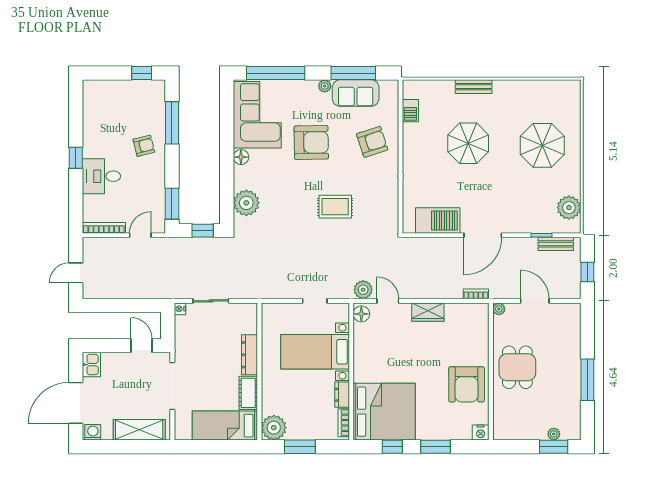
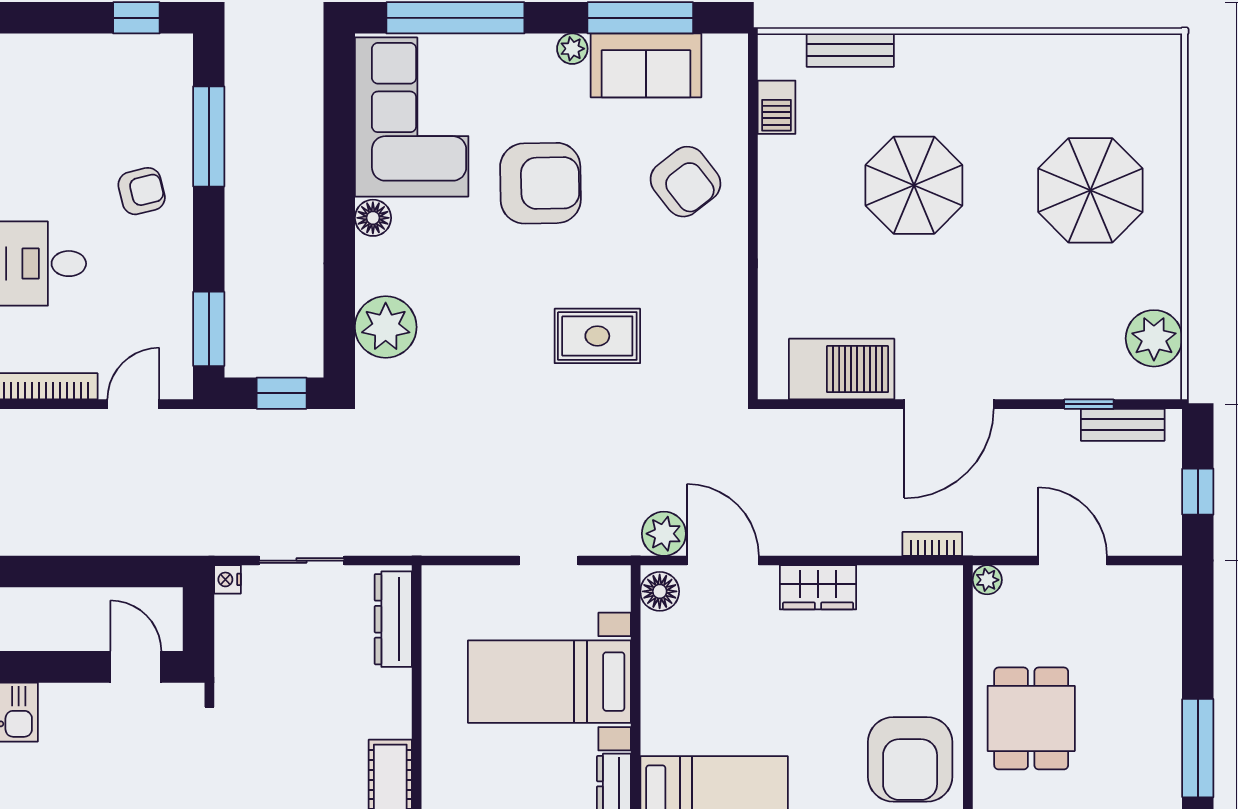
bench: (474, 87) -> (850, 50), moved
armchair: (372, 142) -> (685, 182), turned 70
door: (388, 301) -> (723, 561), width x1.38
dresser: (249, 355) -> (393, 619), moved

